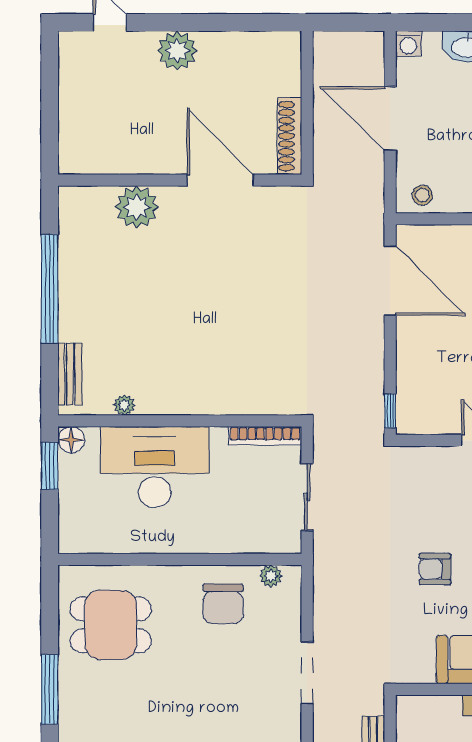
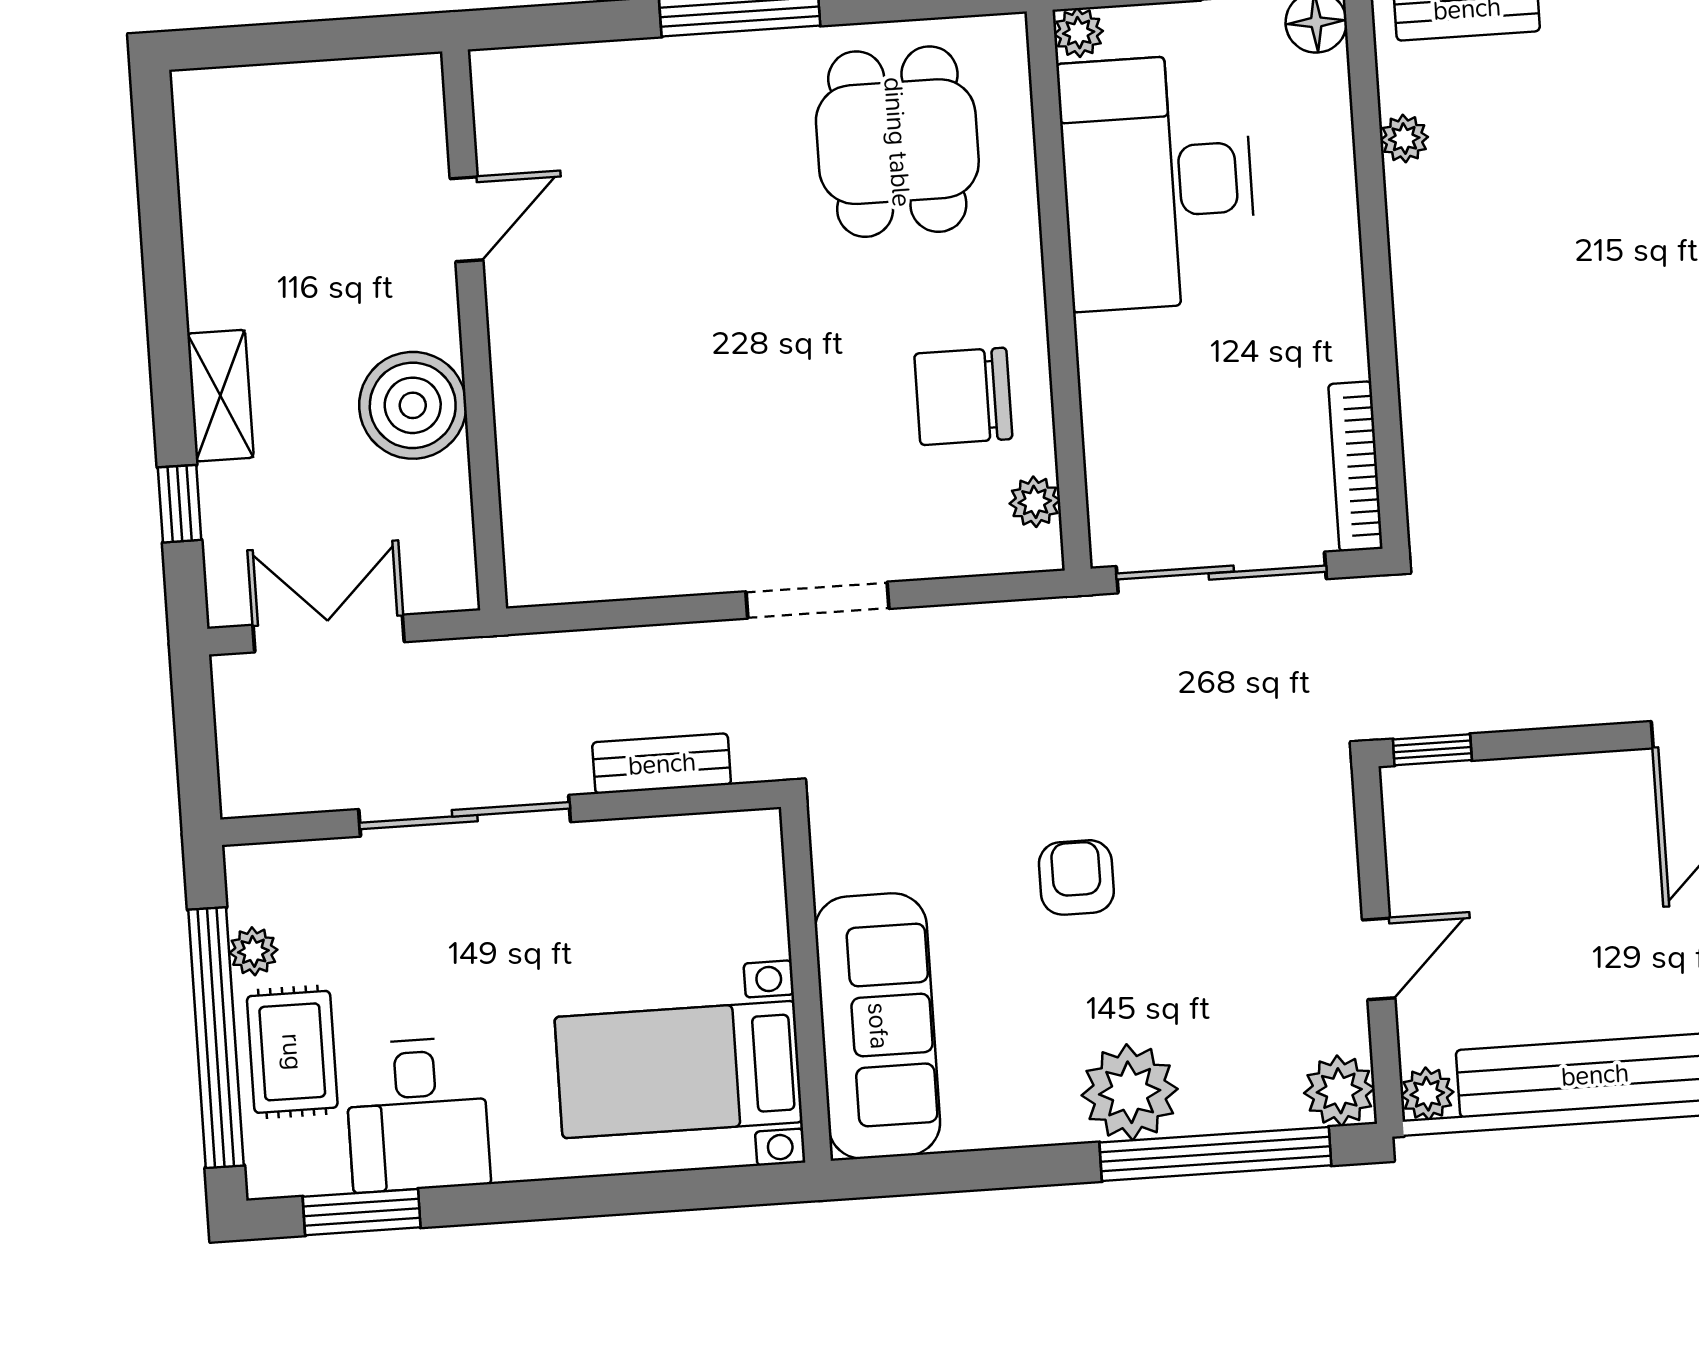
desk: (155, 467) -> (1158, 182), moved, turned 180
sliding door: (307, 497) -> (1221, 573), width x1.37
plant: (69, 543) -> (1079, 33), added

